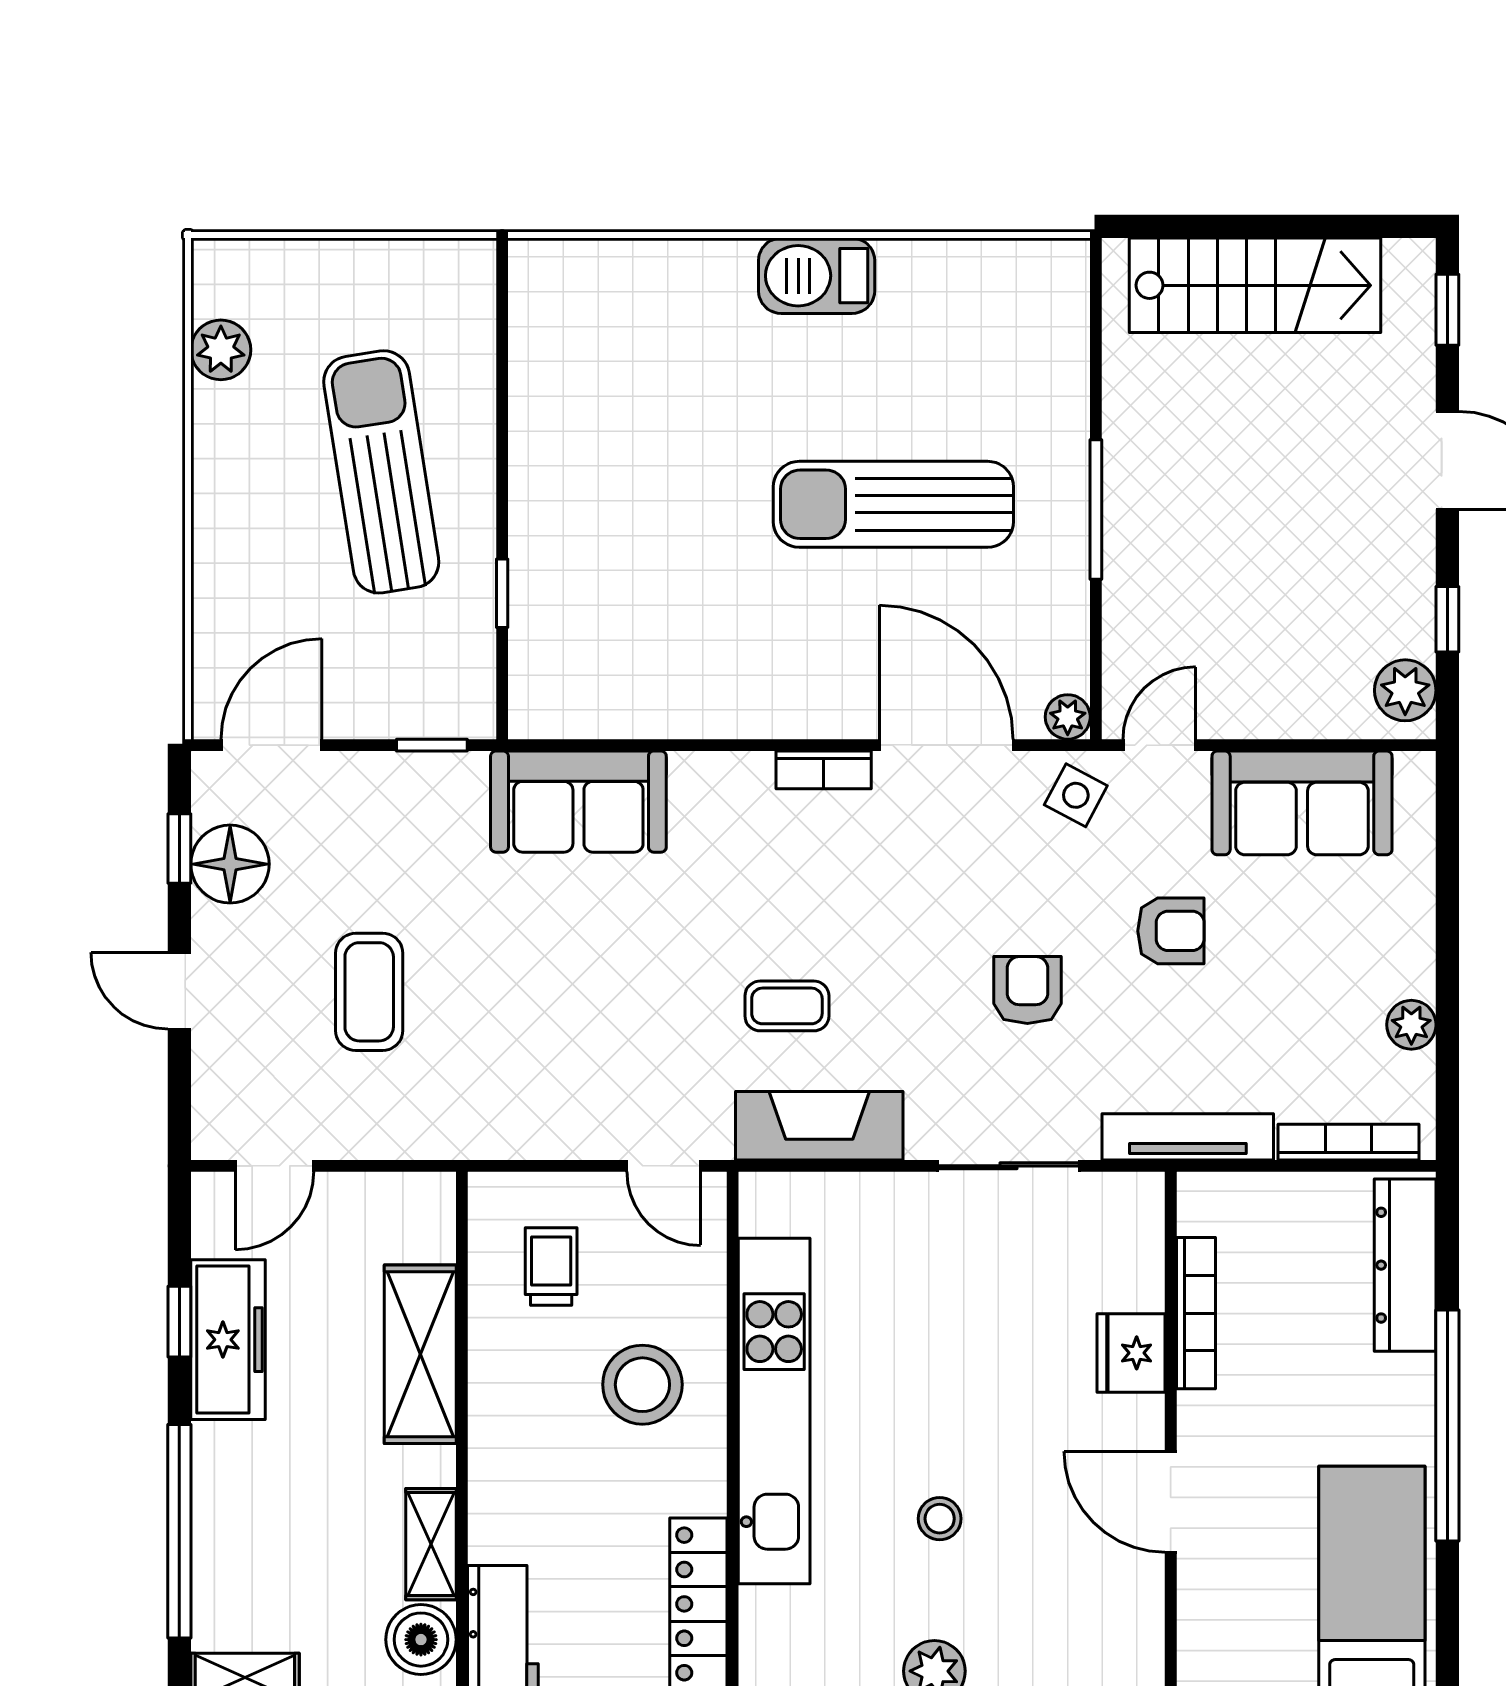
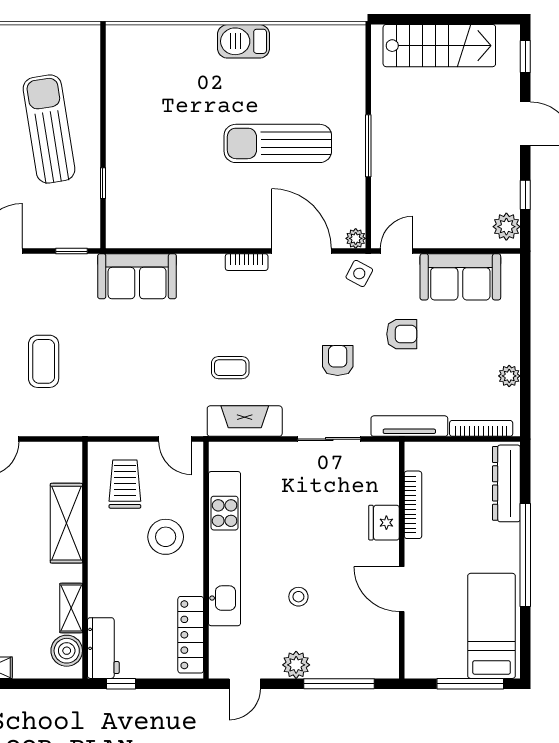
trolley: (551, 1267) -> (125, 484), width x1.36, depth x1.39

